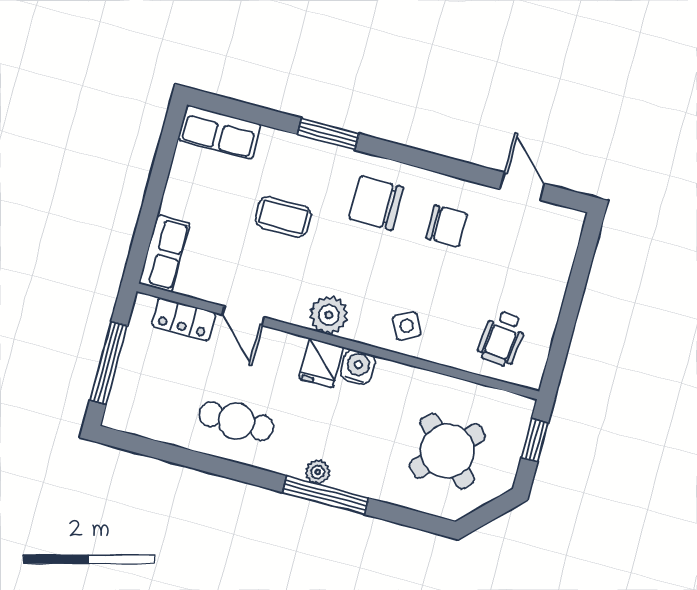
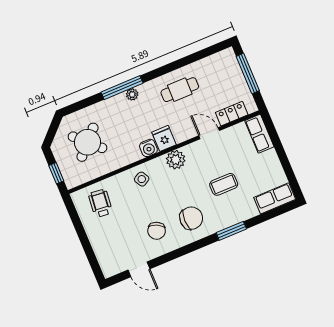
chair: (447, 226) -> (157, 231), turned -64

